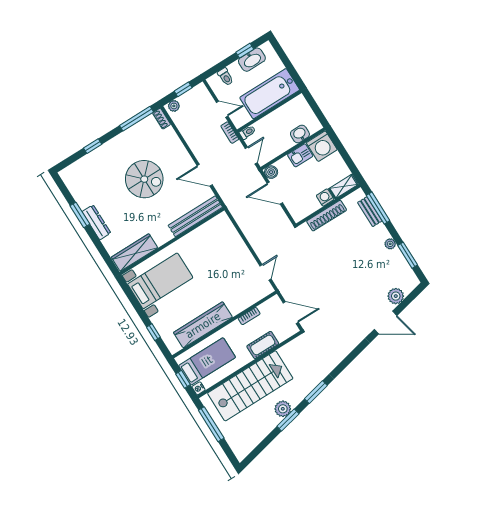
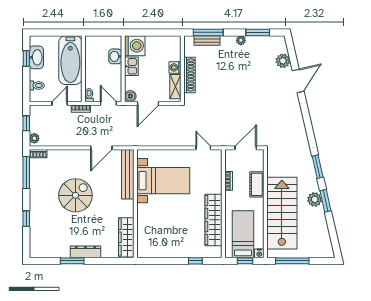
shelving: (344, 187) -> (175, 87), moved
bed with nightstands: (160, 281) -> (163, 181), moved, turned 90

